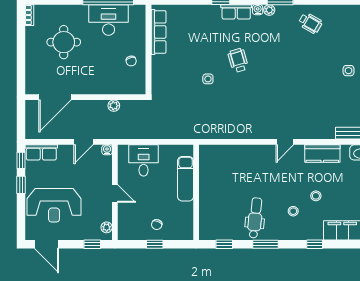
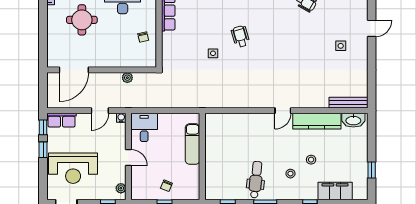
kitchen counter: (322, 154) -> (317, 121), width x1.50
desk: (144, 160) -> (144, 127), moved

